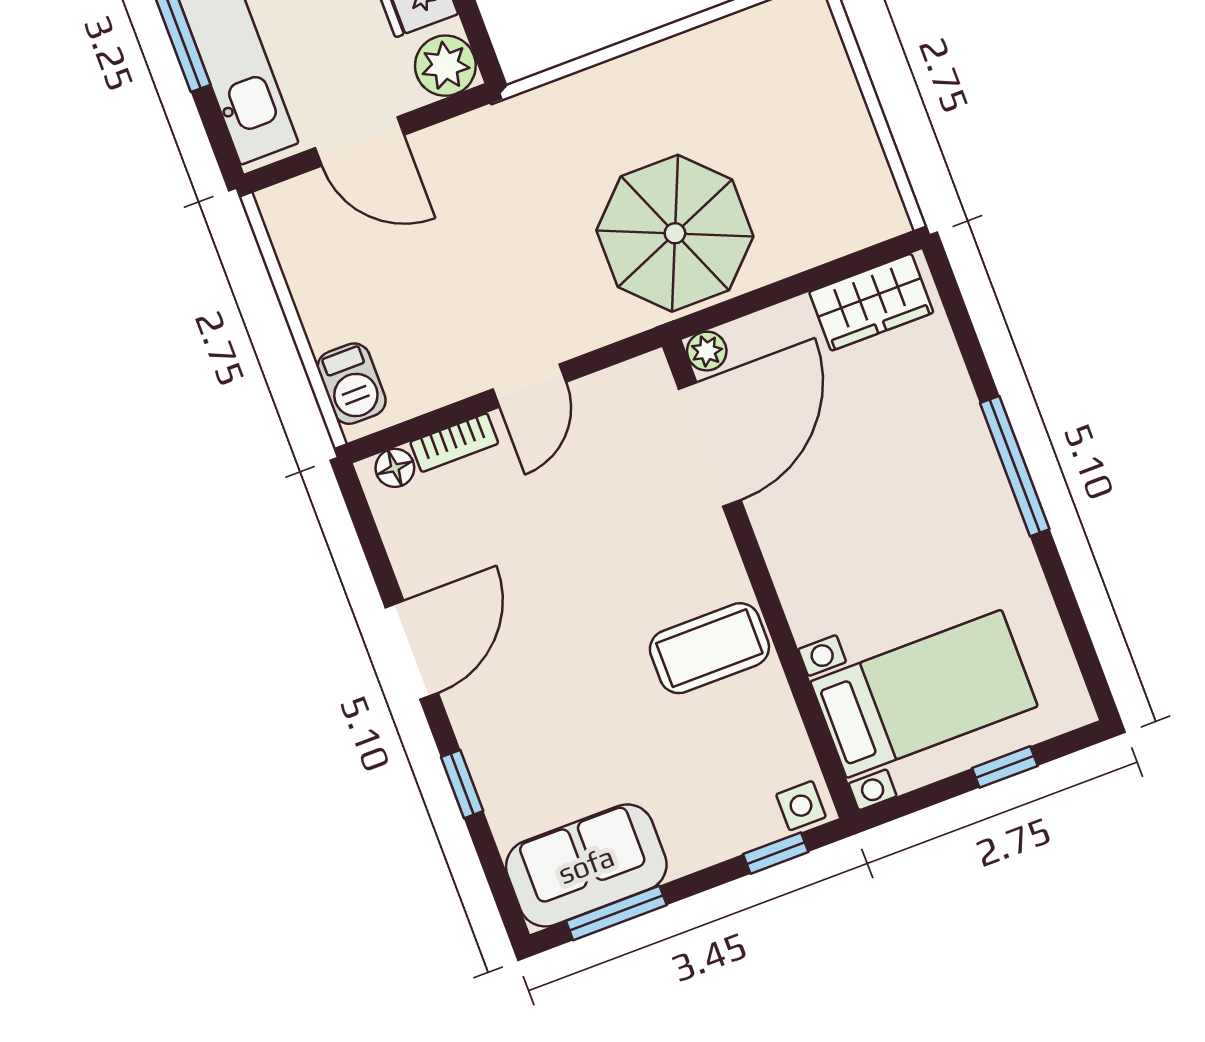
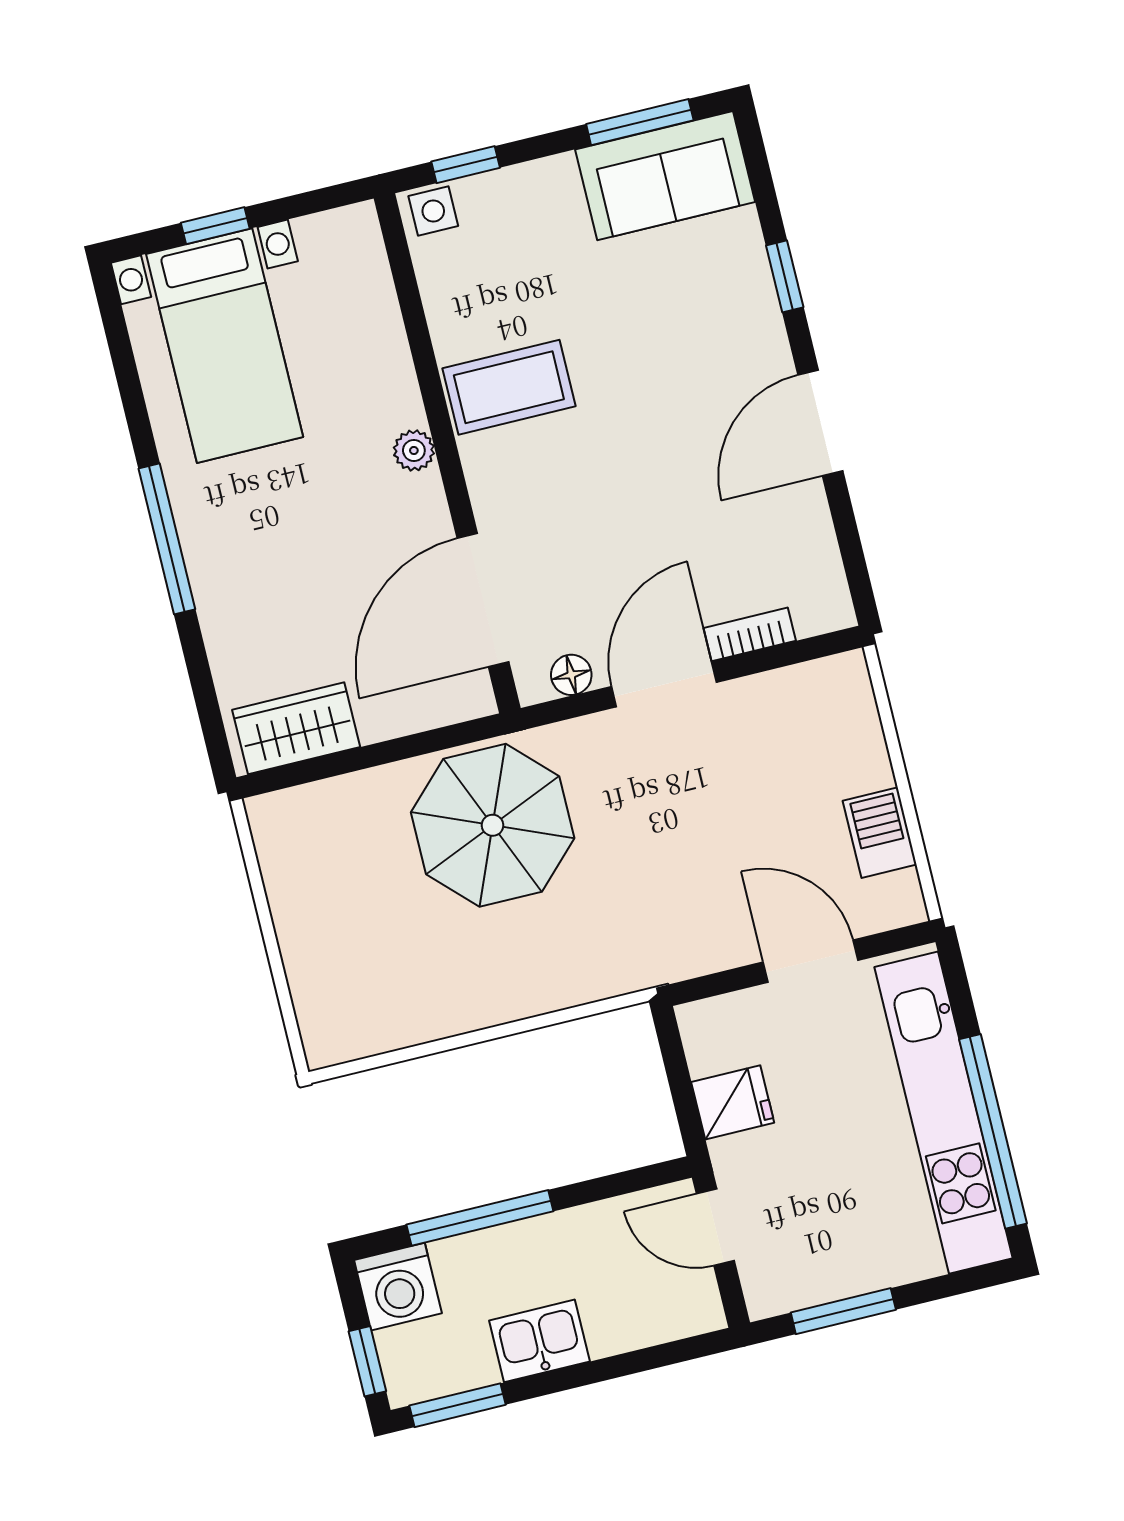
plant: (445, 66) -> (711, 1030), removed
plant: (707, 351) -> (414, 450), moved
barbecue: (352, 384) -> (880, 833), moved
door: (529, 386) -> (664, 684), width x1.38
floor lamp: (395, 468) -> (571, 675), moved
bed with nightstands: (924, 694) -> (225, 346), moved, turned -90

